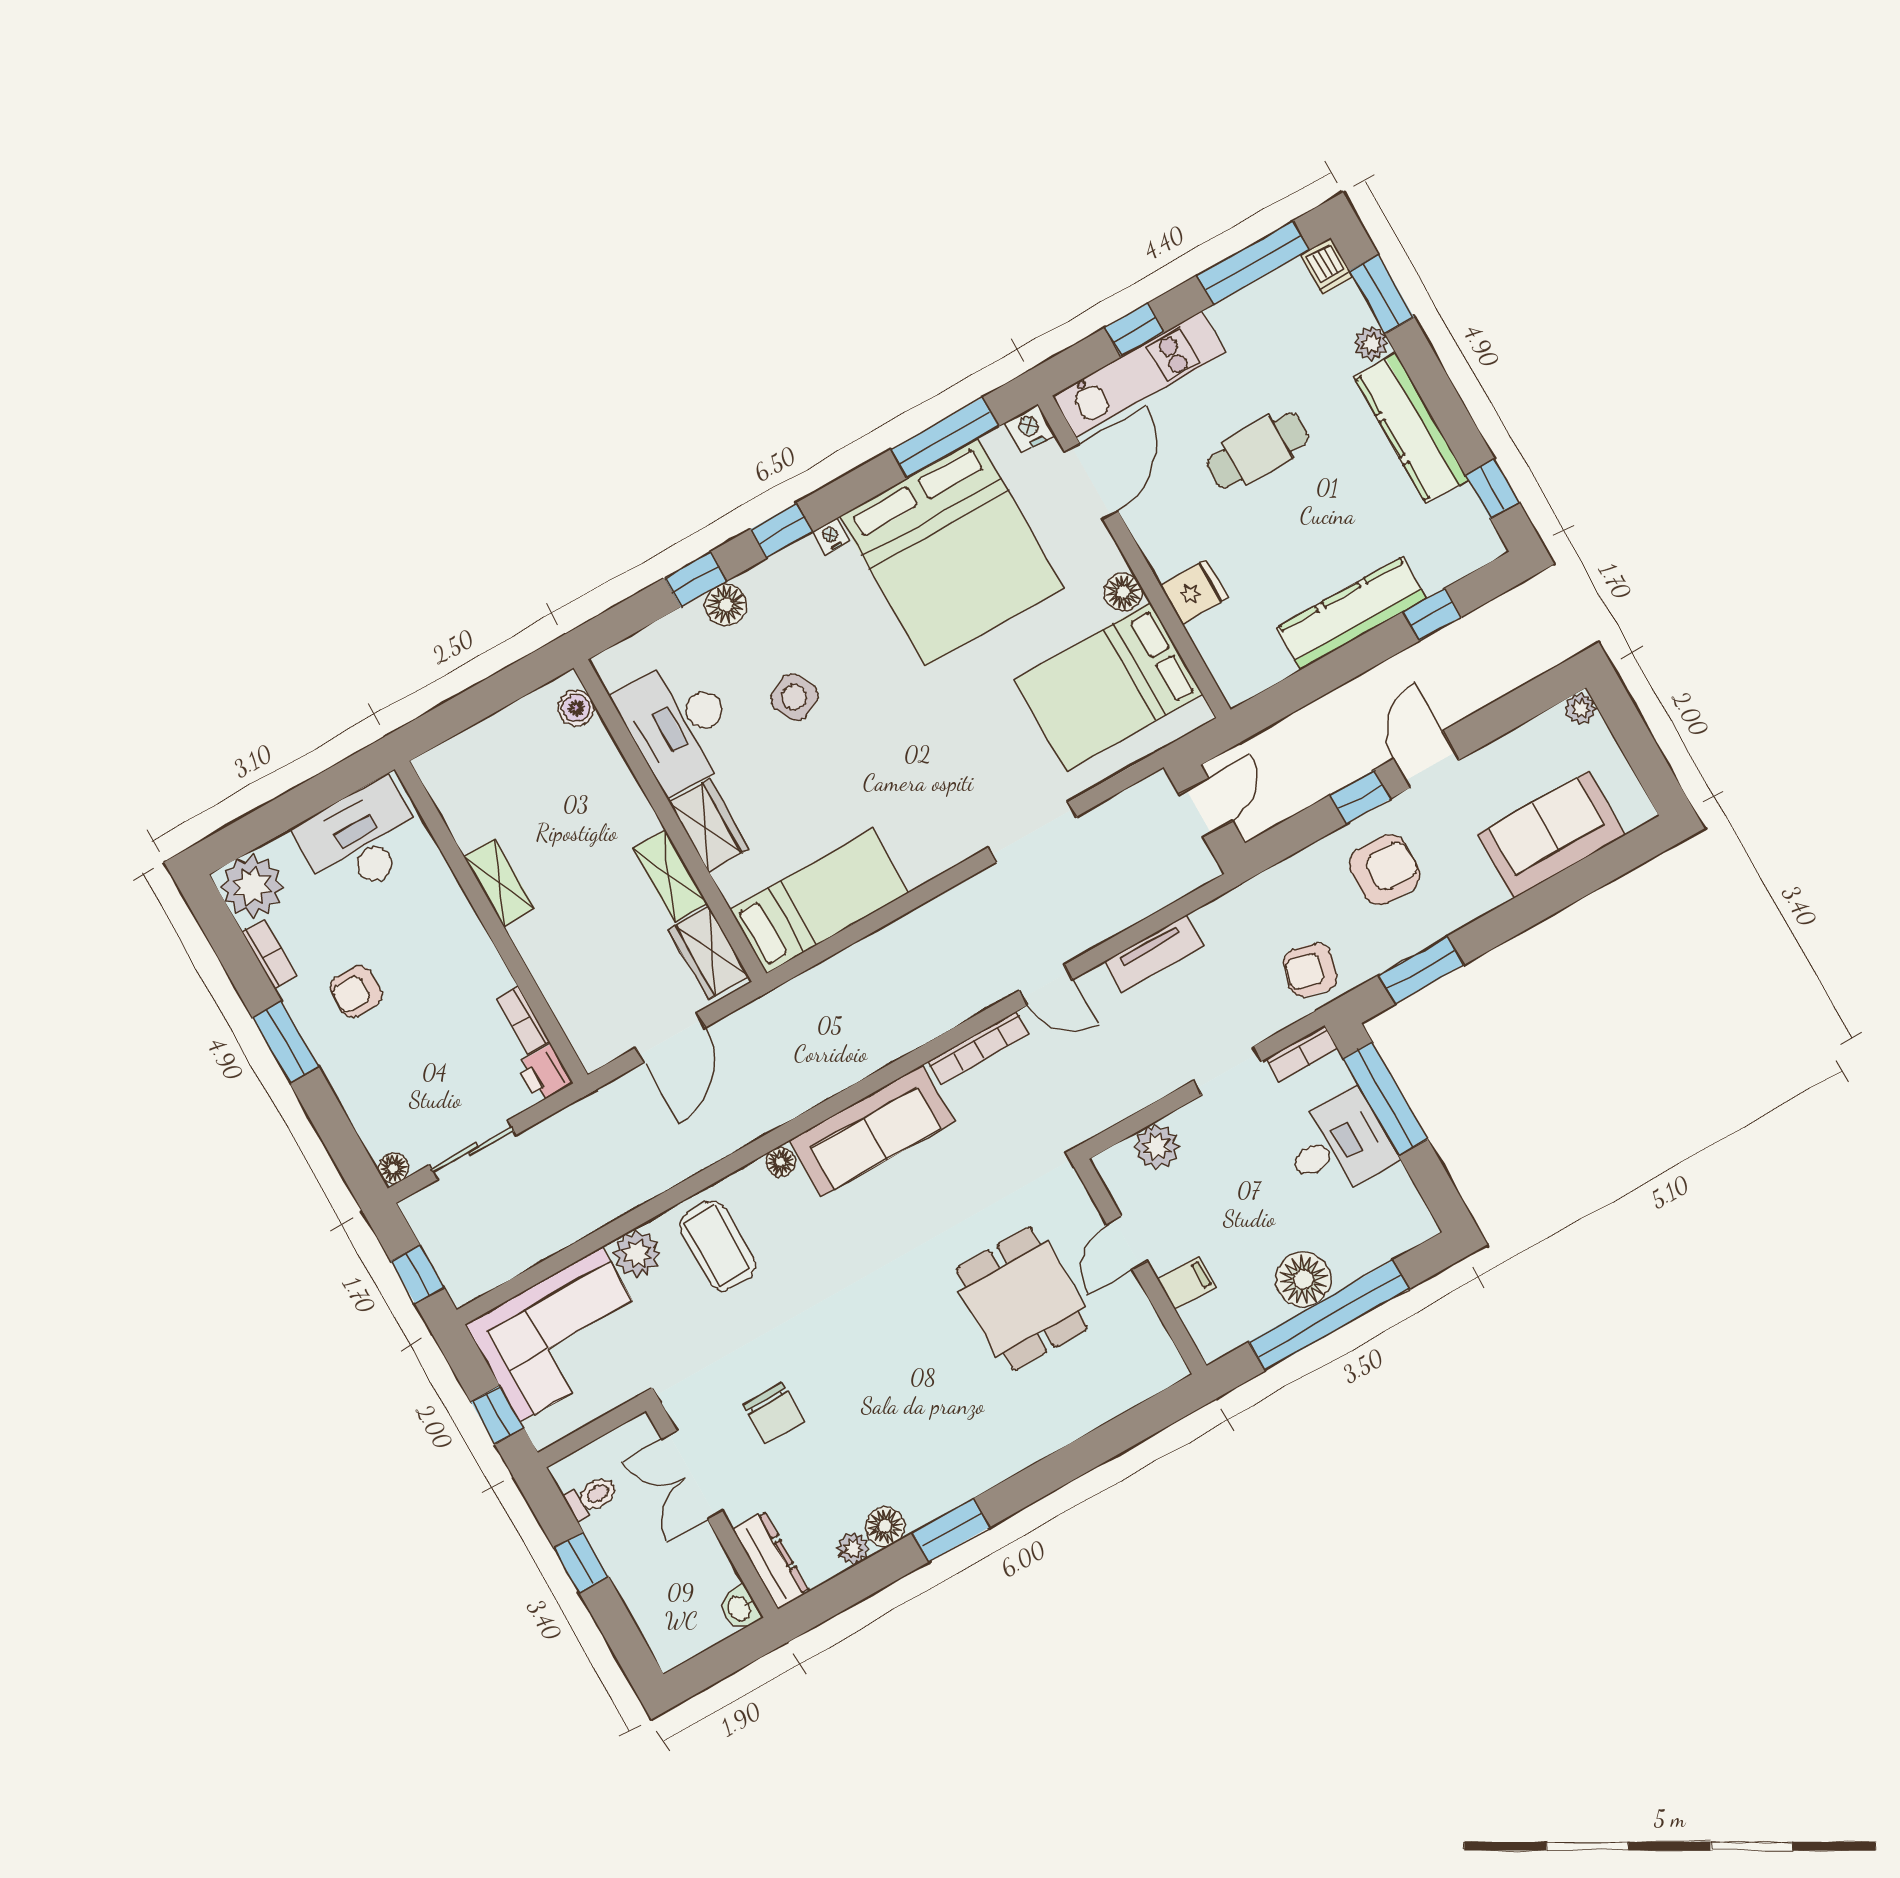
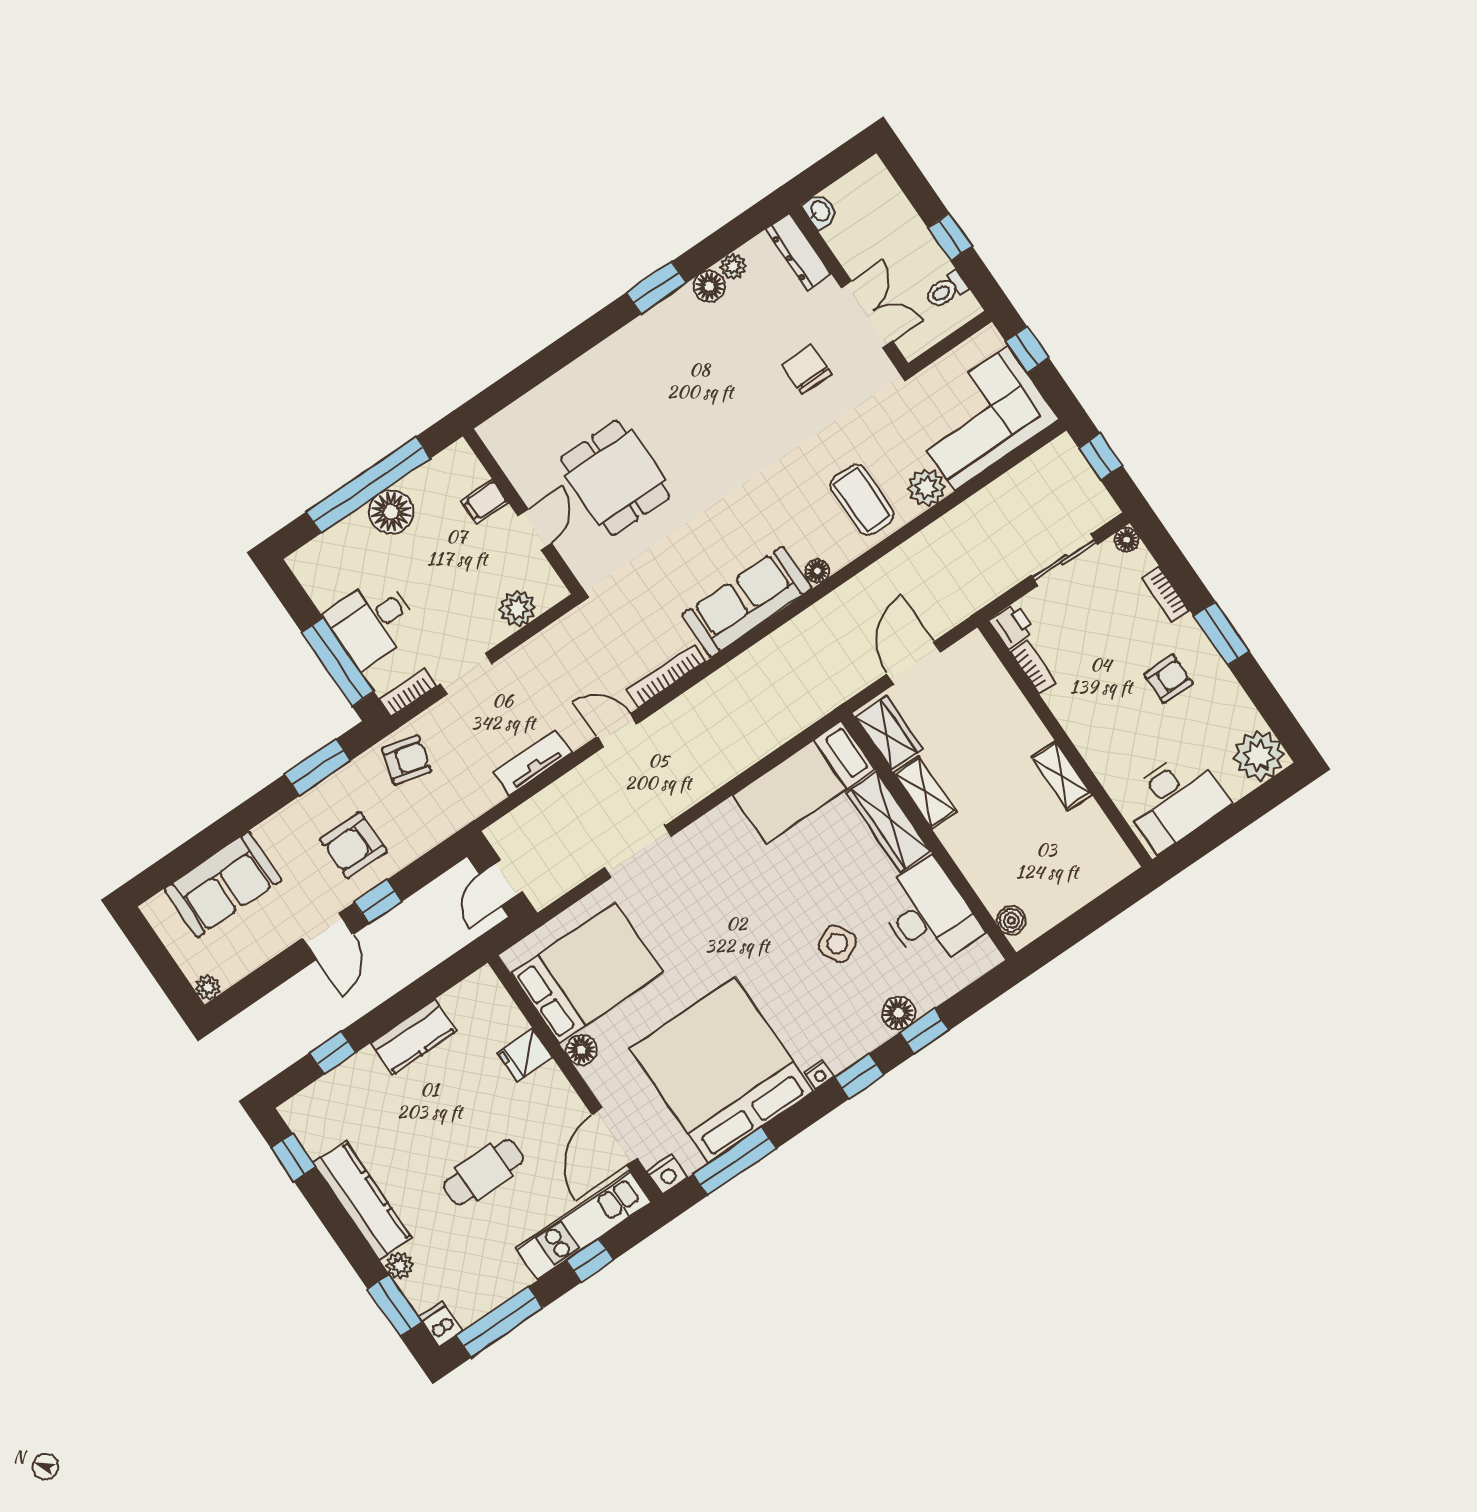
kitchen counter: (1351, 613) -> (414, 1037), width x0.67
wardrobe: (709, 825) -> (888, 822), width x1.50
bookcase: (269, 954) -> (1166, 594), moved

